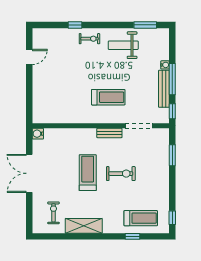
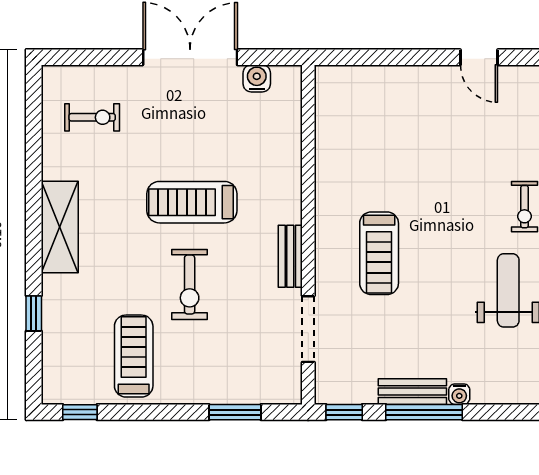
bench: (164, 89) -> (412, 392), width x0.73
water cooler: (38, 134) -> (257, 78), moved
treadmill: (88, 173) -> (192, 202), turned 180
treadmill: (141, 218) -> (134, 356), moved, turned 180
shelving: (84, 226) -> (60, 227), moved

